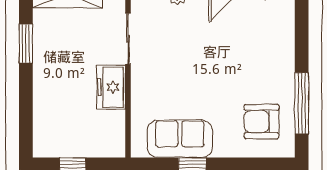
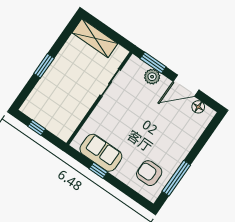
window: (26, 44) -> (44, 66), moved
freezer: (111, 87) -> (84, 102), removed

